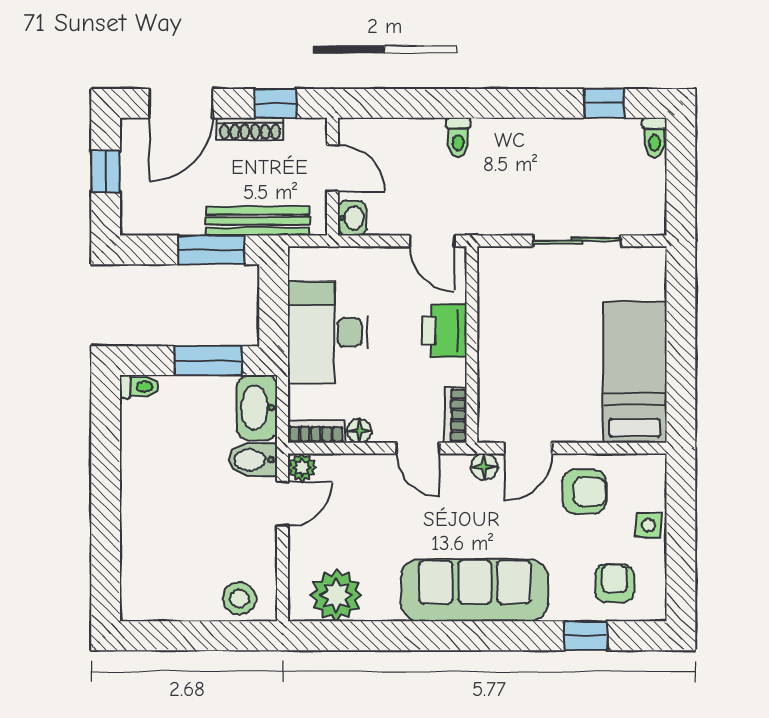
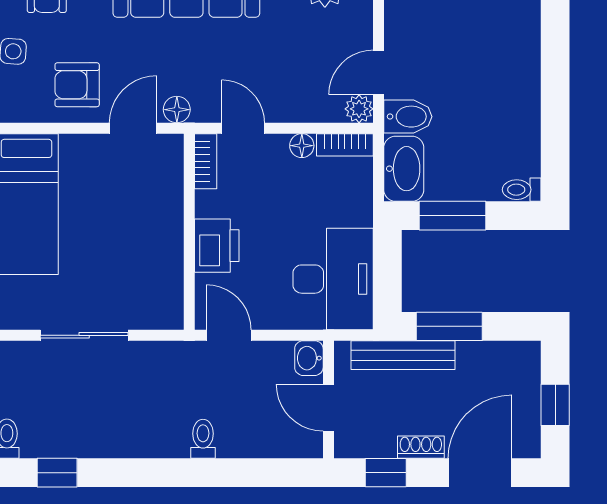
shoe rack: (250, 129) -> (421, 447), width x0.70
desk: (328, 332) -> (333, 279), moved

